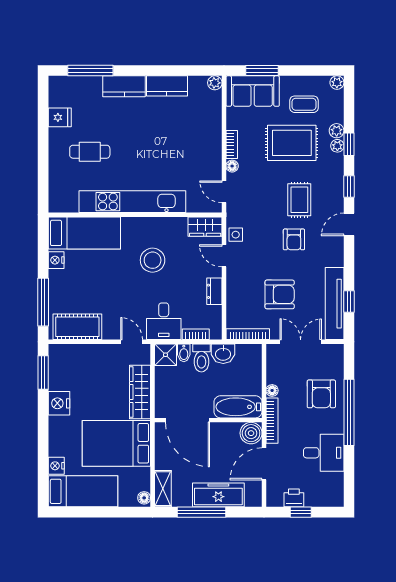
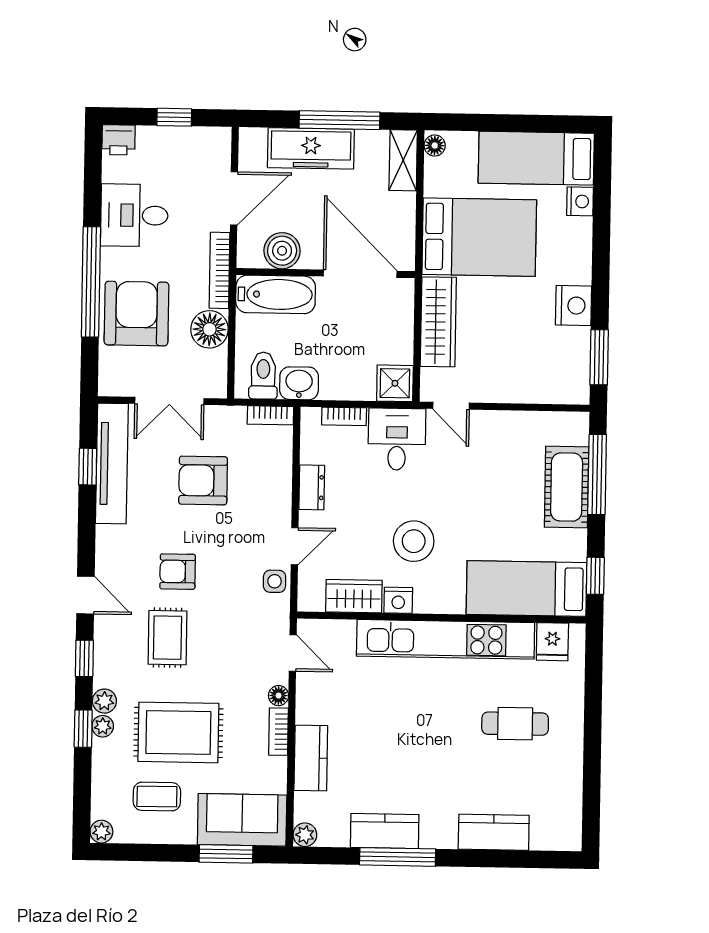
window: (90, 70) -> (398, 857), moved
kitchen counter: (124, 86) -> (494, 832), moved
fridge: (60, 117) -> (552, 642), moved, turned -90
kitchen counter: (212, 129) -> (311, 758), added
plant: (337, 131) -> (104, 701), moved
door: (349, 224) -> (85, 595), hinge flipped
wardrobe: (205, 227) -> (354, 596), moved
armchair: (294, 239) -> (178, 572), turned -90
window: (43, 241) -> (595, 576), added
door: (224, 256) -> (295, 546), hinge flipped
nightstand: (56, 260) -> (398, 600), moved, turned 90
cot: (77, 327) -> (567, 487), moved, turned 90
bookcase: (248, 334) -> (270, 415), width x0.64
bidet: (184, 353) -> (364, 386), removed
toilet: (201, 358) -> (263, 376), moved
floor lamp: (272, 390) -> (209, 329), width x1.89, depth x1.89
armchair: (321, 394) -> (136, 314), width x1.36, depth x1.36
boiler: (251, 433) -> (282, 251), moved
printer: (294, 498) -> (119, 140), moved

